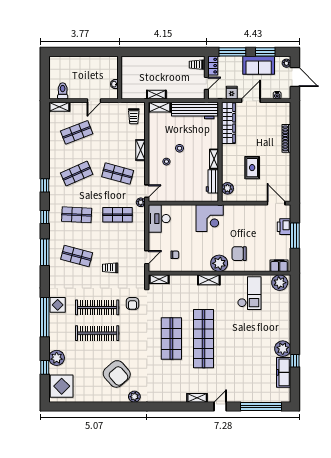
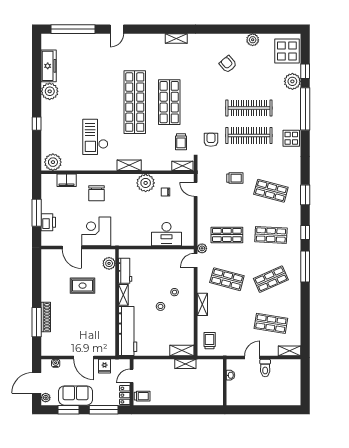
door: (295, 77) -> (37, 383), hinge flipped
toilet: (63, 91) -> (265, 368), moved
door: (251, 101) -> (84, 358), hinge flipped
workbench: (195, 111) -> (128, 331), moved, turned 90
wardrobe: (228, 123) -> (108, 334), removed
shop shelf: (77, 132) -> (271, 323), turned 30
window: (295, 134) -> (37, 322), added
rug: (252, 168) -> (83, 286), turned 90
window: (45, 185) -> (305, 266), width x2.17
door: (276, 203) -> (72, 248), moved
corner desk: (210, 218) -> (96, 231), moved
desk: (159, 219) -> (166, 234), moved, turned 90
window: (45, 252) -> (305, 195), width x0.69
chair: (239, 254) -> (97, 193), turned 90
door: (147, 257) -> (196, 189), hinge flipped
plant: (219, 263) -> (146, 183), moved
filing cabinet: (279, 266) -> (67, 180), moved
checkout: (249, 293) -> (95, 137), moved
trolley: (160, 302) -> (181, 142), added
window: (45, 317) -> (305, 109), moved
window: (295, 361) -> (37, 124), moved
armchair: (117, 374) -> (228, 64), width x0.53, depth x0.53
plant: (134, 397) -> (253, 40), moved
shelving: (197, 398) -> (176, 39), moved

